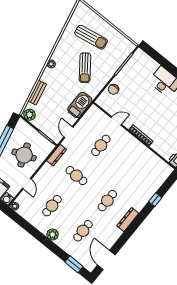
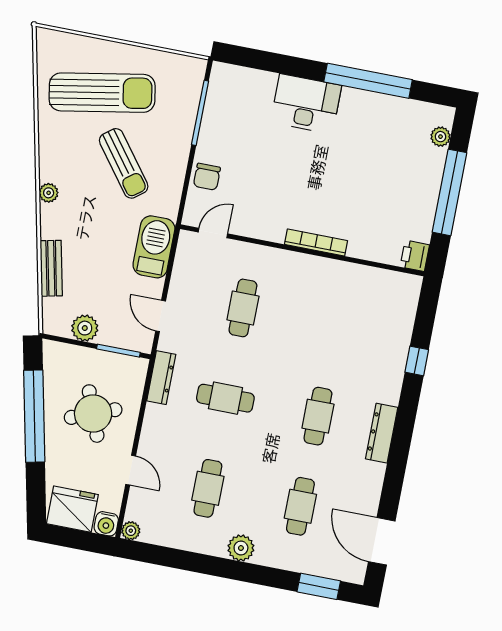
sun lounger: (91, 37) -> (102, 93), width x1.36, depth x1.34
plant: (29, 115) -> (85, 328), moved
door: (116, 121) -> (213, 233), moved

